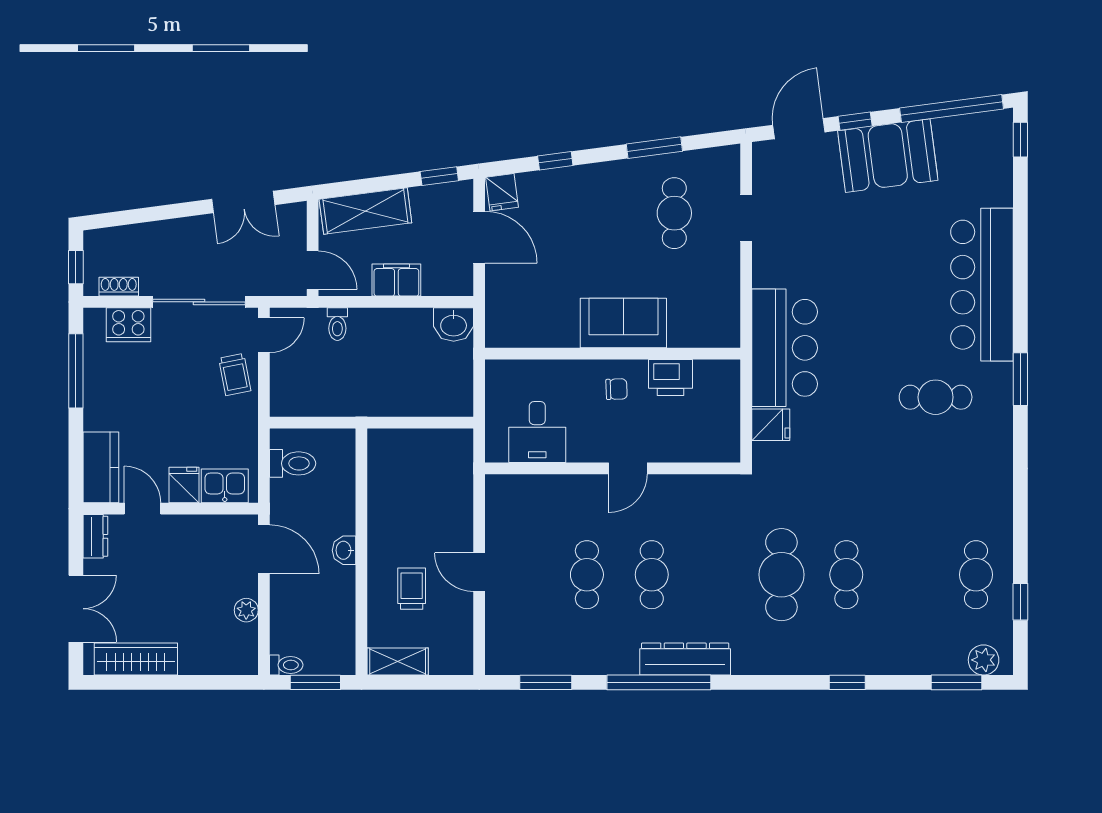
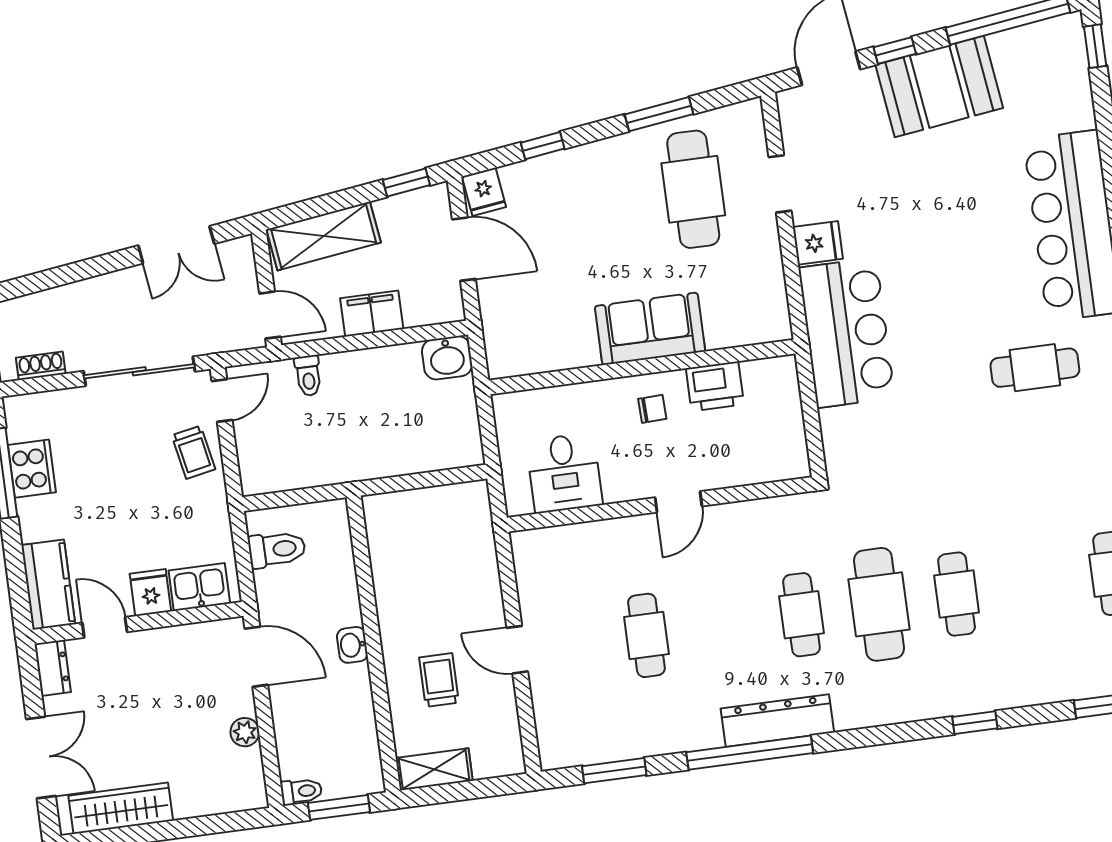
cafe table: (674, 213) -> (693, 189), width x1.37, depth x1.35
cooker: (128, 325) -> (32, 469), moved, turned -90
fridge: (771, 425) -> (818, 243), moved
cafe table: (652, 575) -> (801, 615), moved

